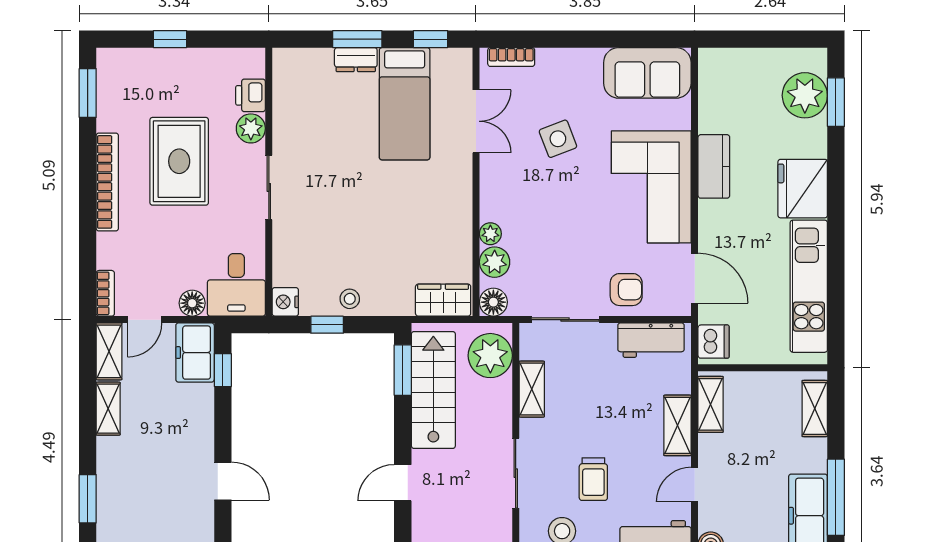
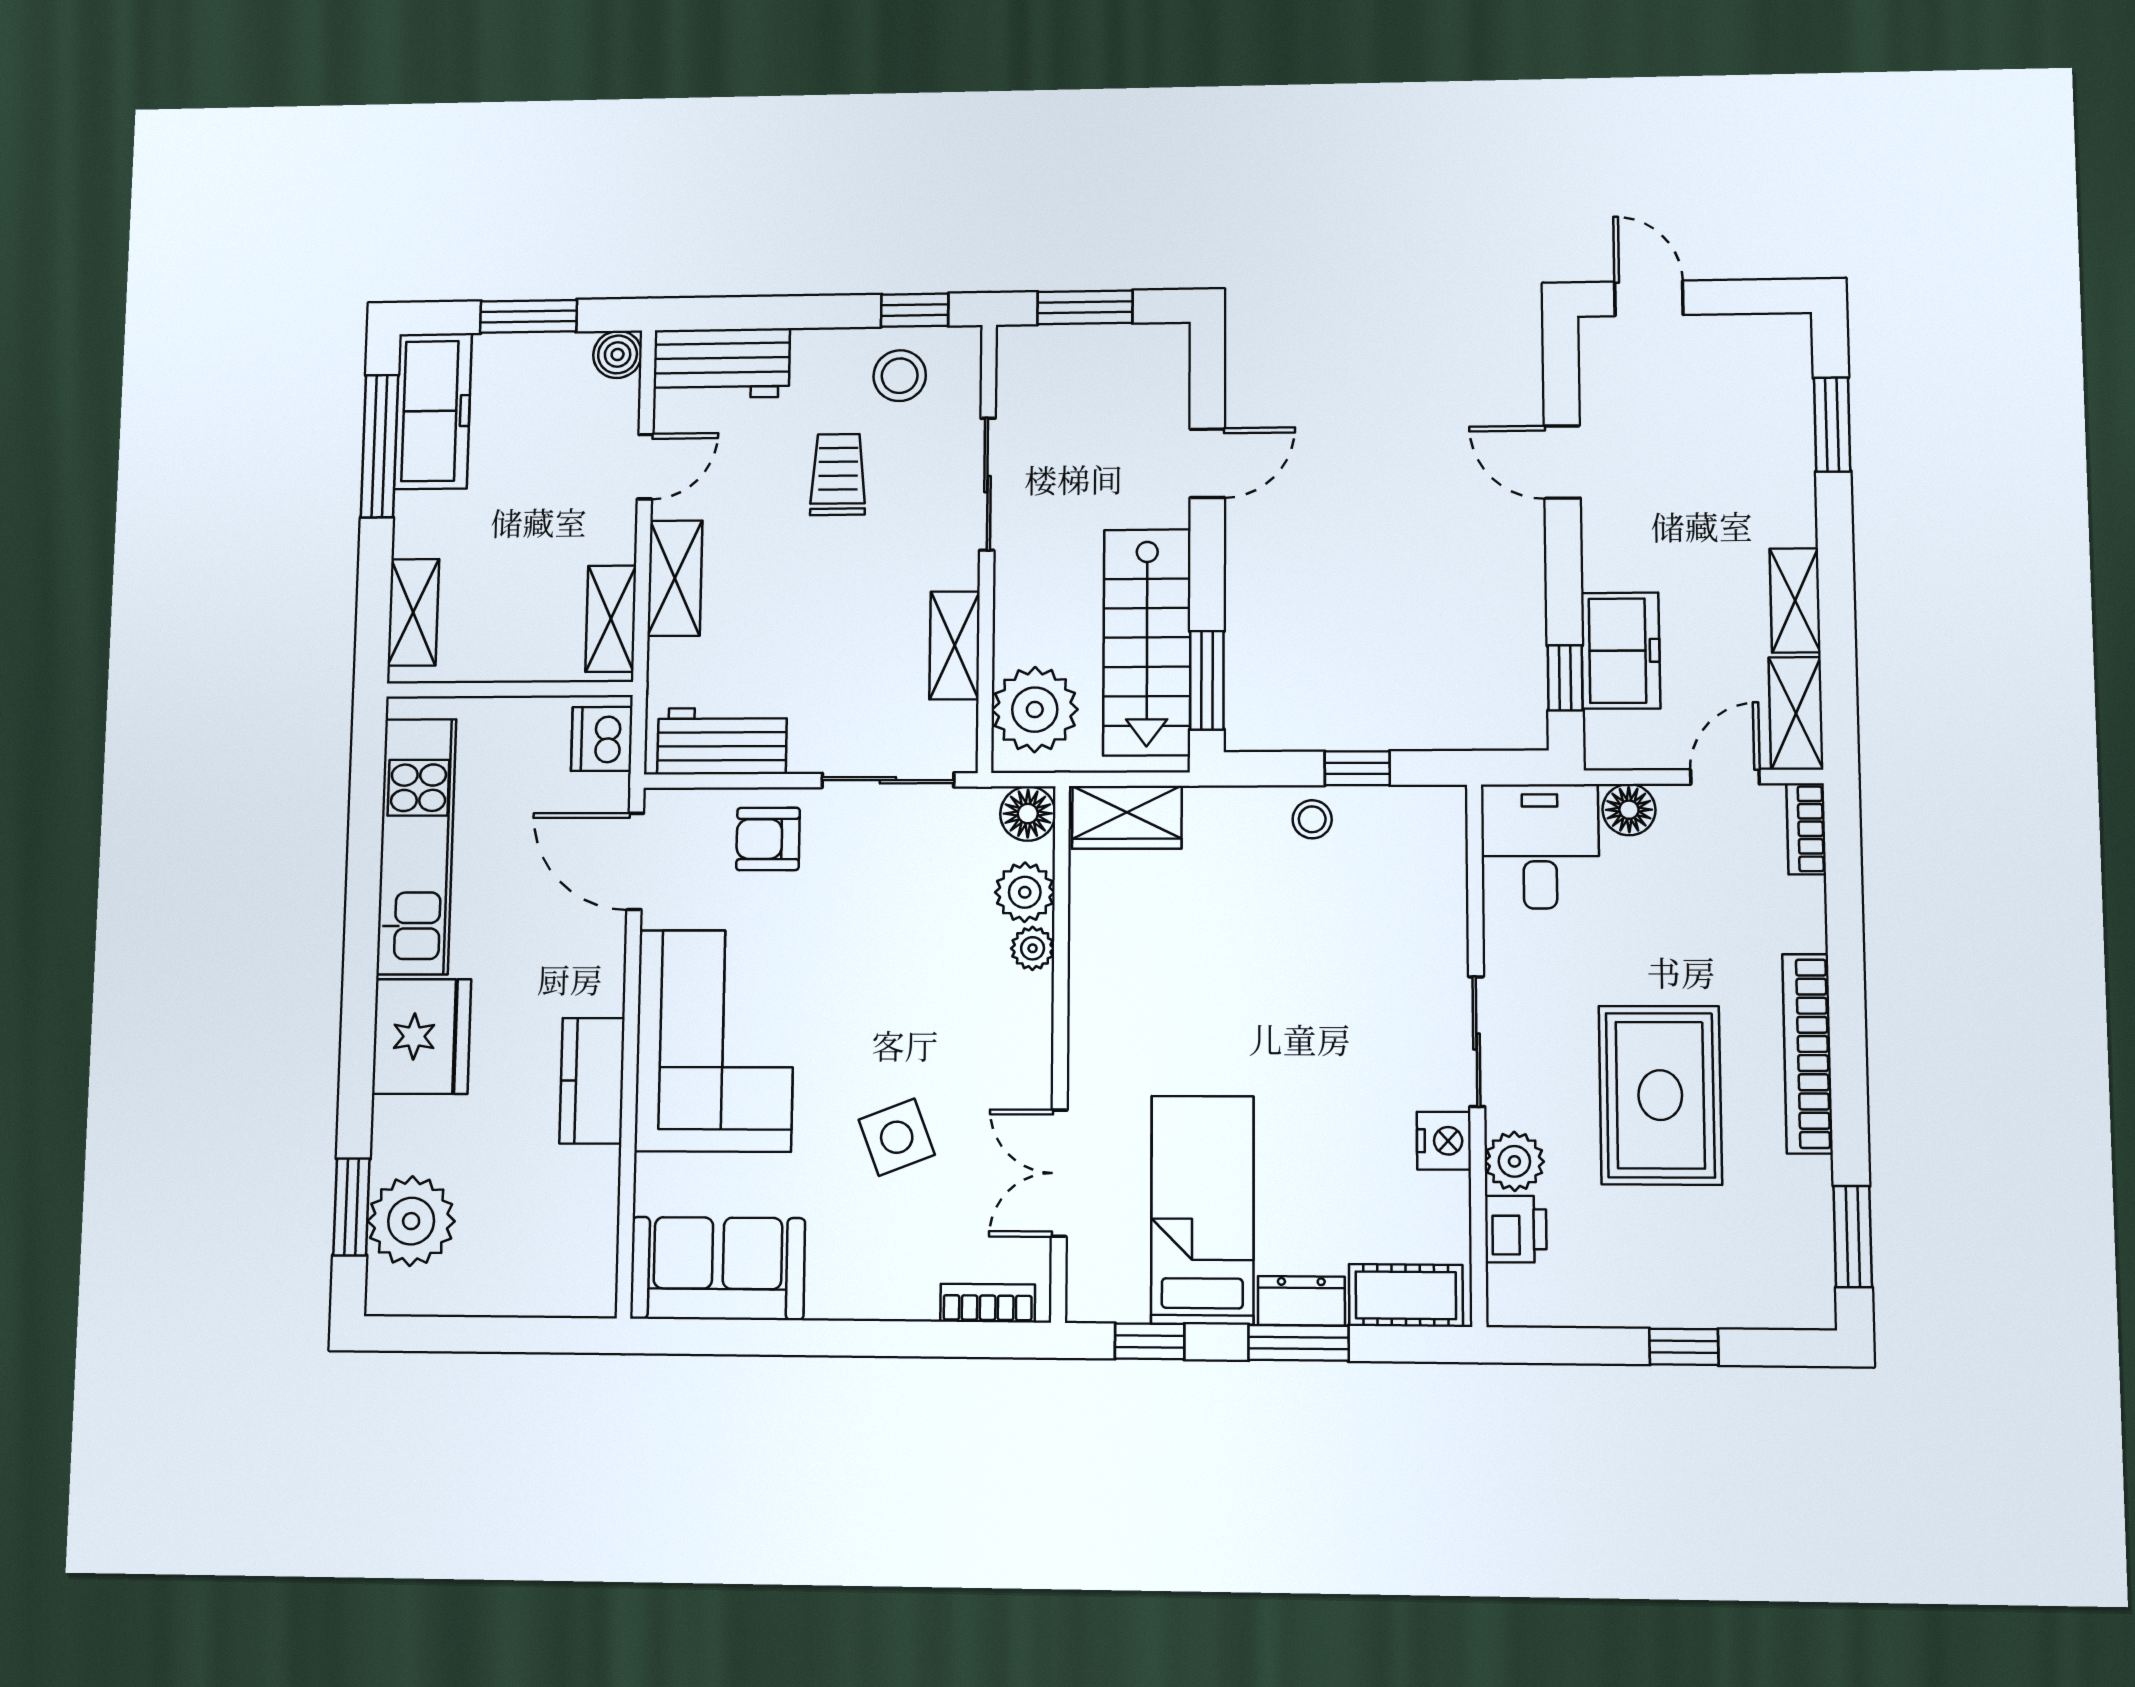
cot: (305, 63) -> (1406, 1295), added
nightstand: (285, 302) -> (1444, 1141), moved
freezer: (195, 353) -> (1621, 651), moved

